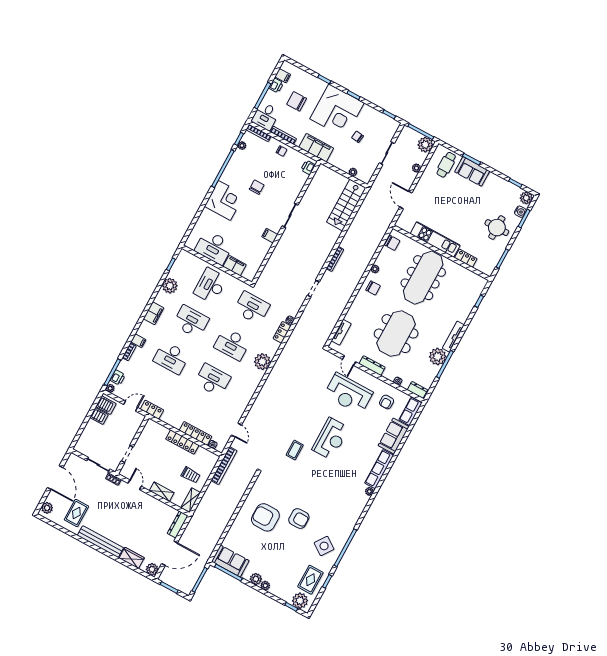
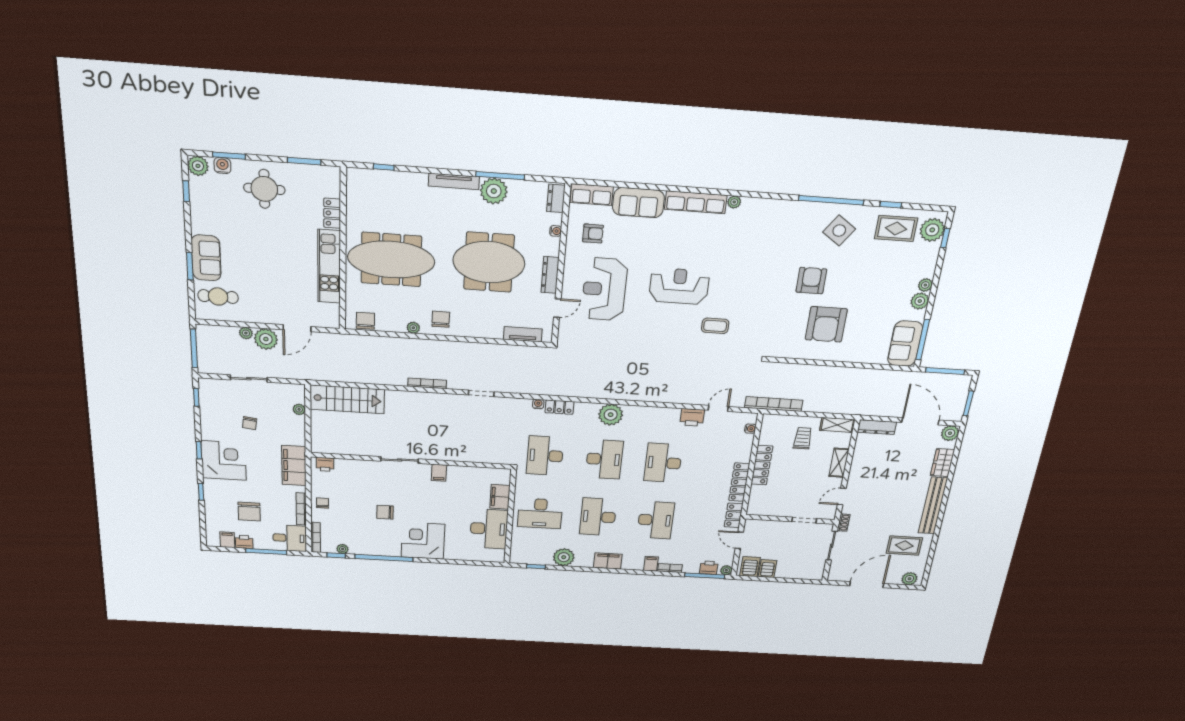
corner desk: (337, 111) -> (224, 460), width x0.74, depth x0.74
plant: (425, 145) -> (266, 339), moved
reception desk: (349, 394) -> (604, 289), turned 180
printer: (237, 411) -> (692, 417), added
locker: (196, 433) -> (739, 482), moved

